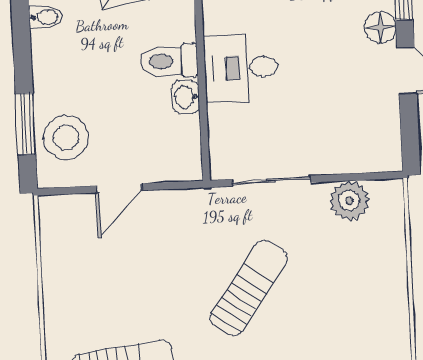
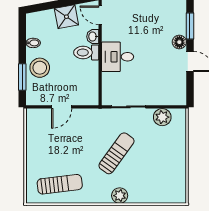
bidet: (45, 17) -> (33, 43), moved
washbasin: (186, 97) -> (93, 37), moved
stool: (66, 137) -> (40, 68), moved

